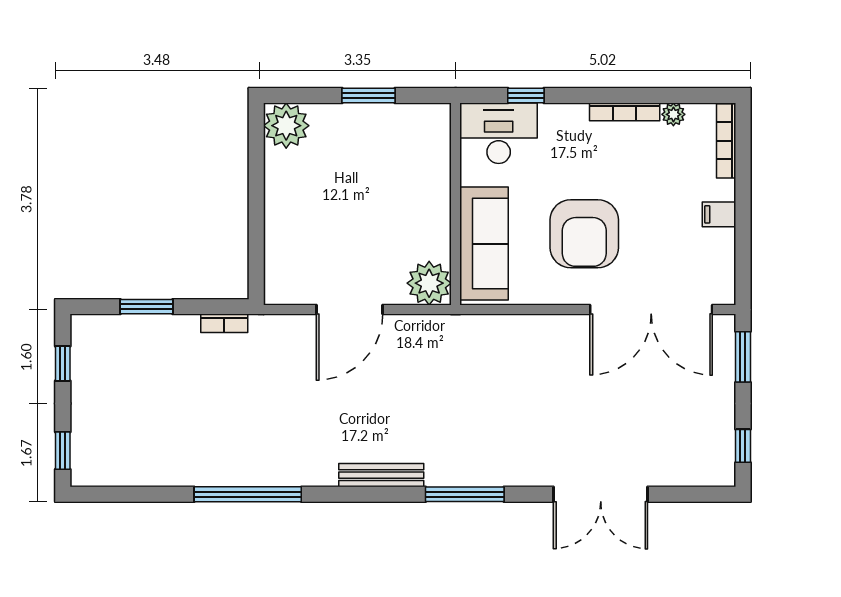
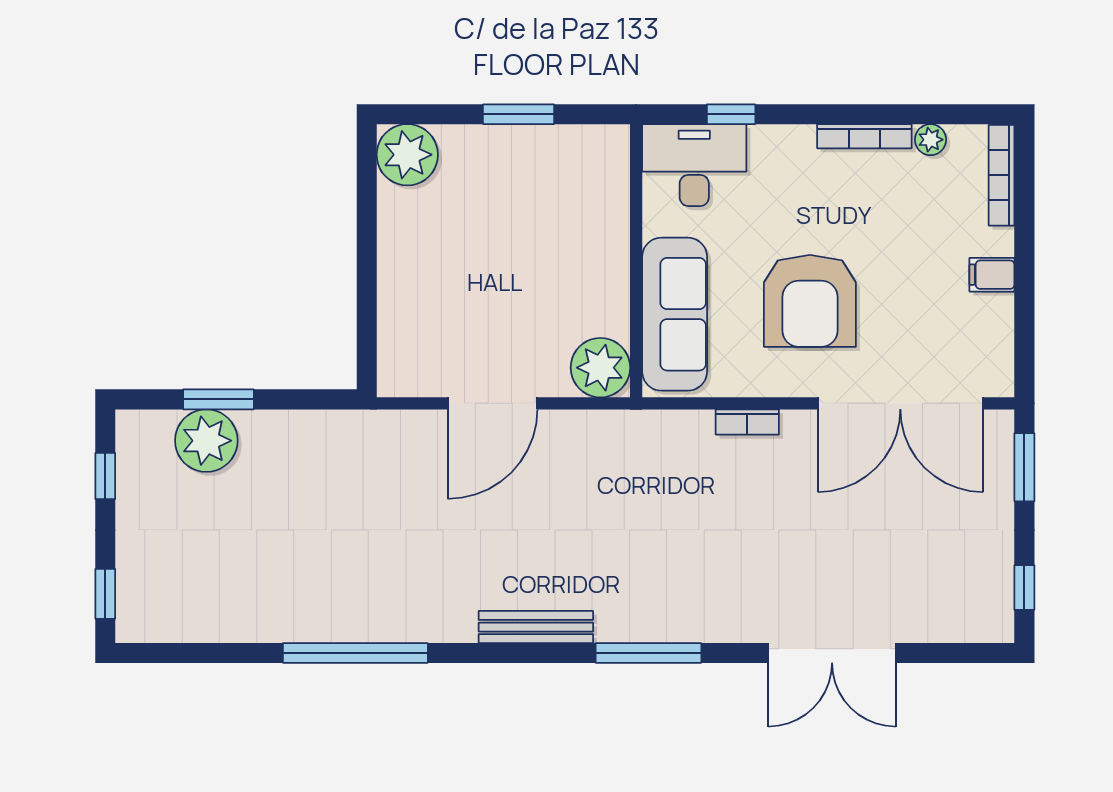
bookcase: (224, 323) -> (747, 422), moved
plant: (138, 337) -> (206, 441), added

